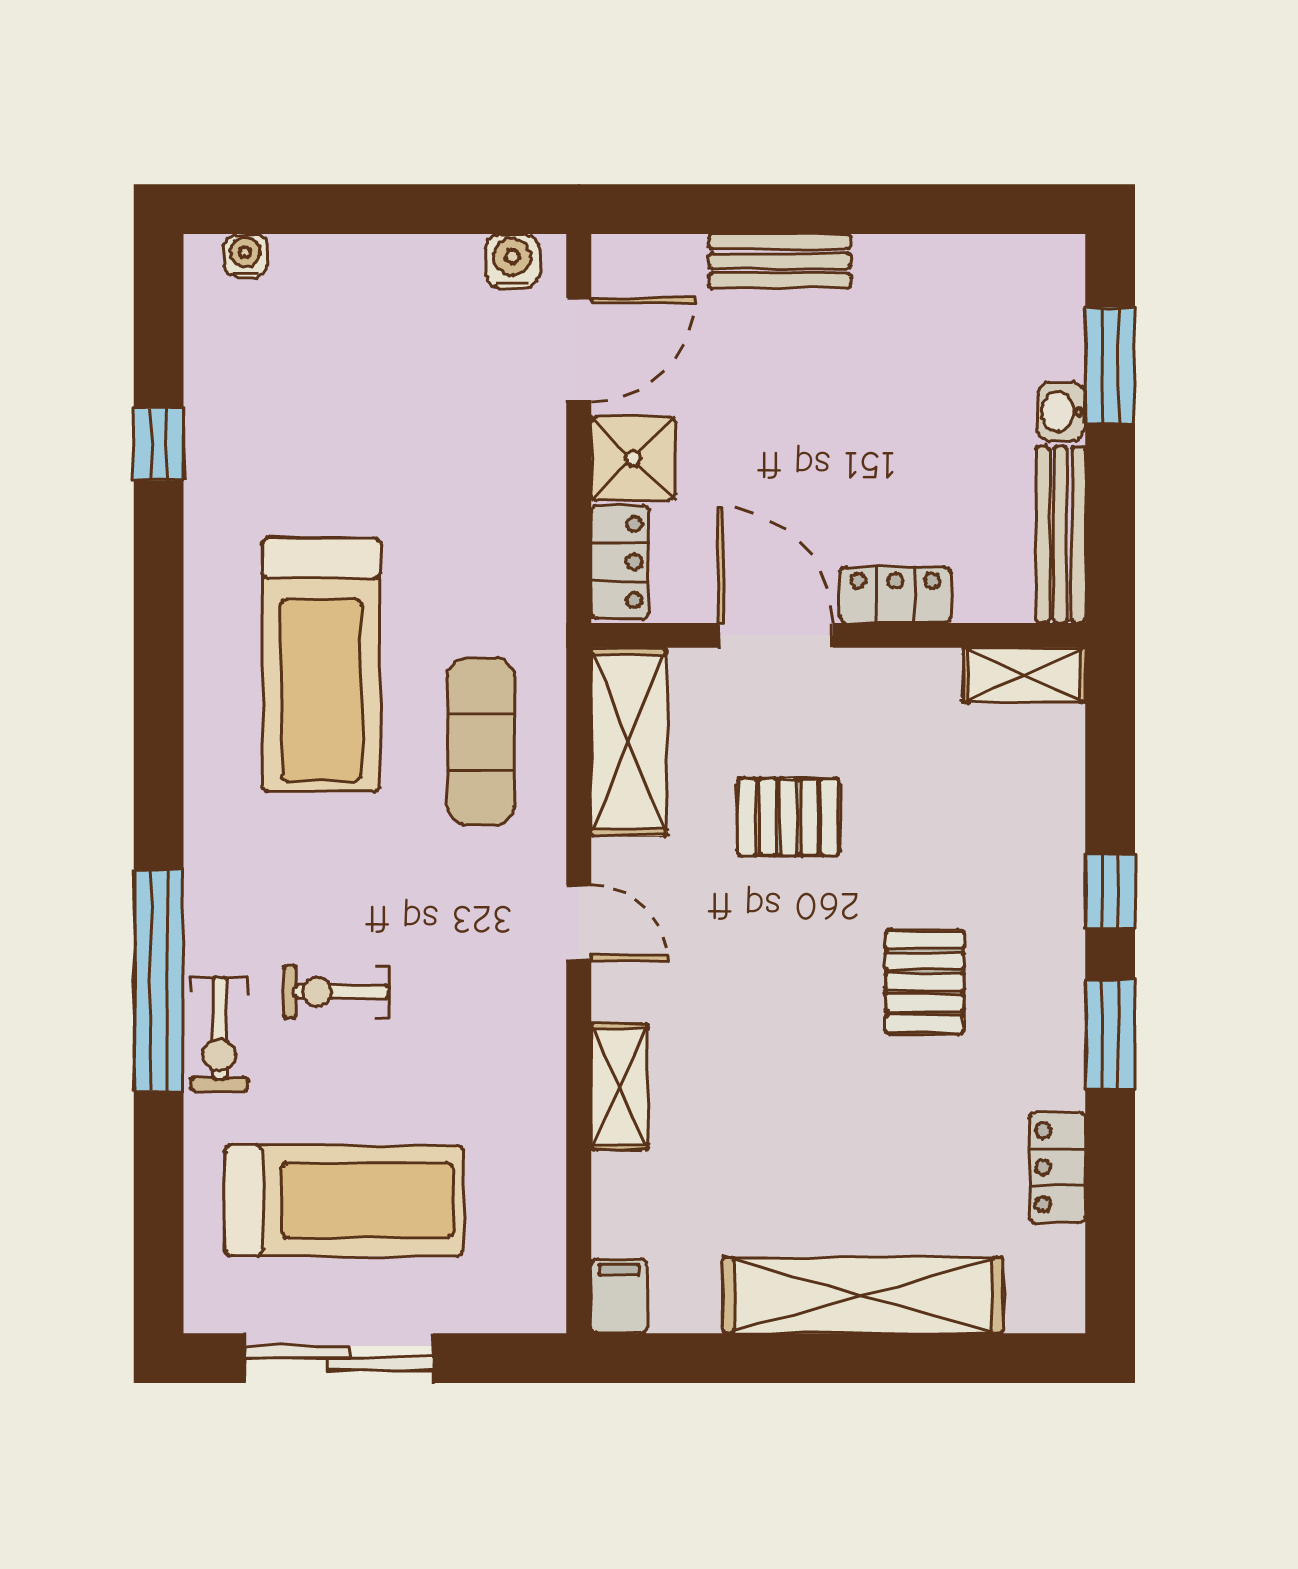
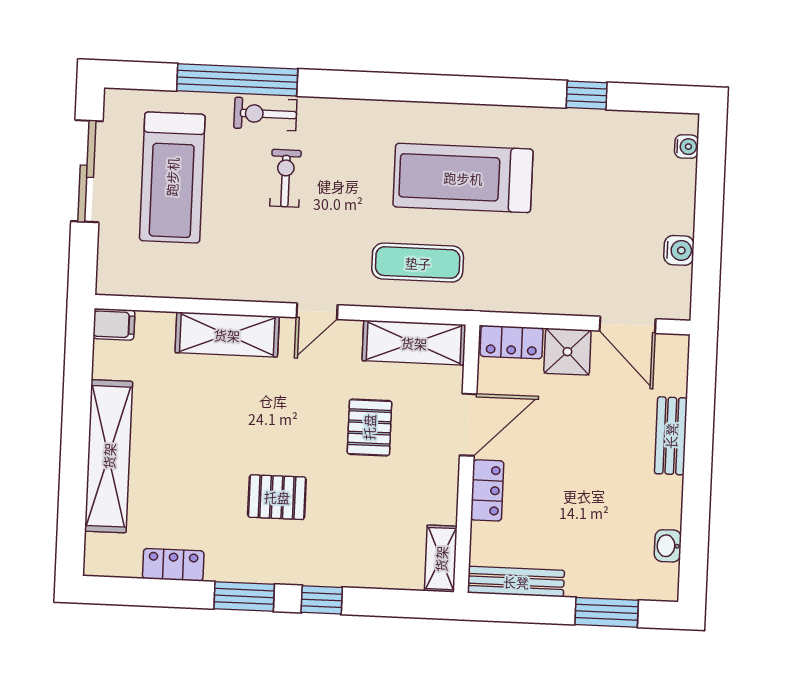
water cooler: (512, 261) -> (679, 250), moved
washbasin: (1061, 412) -> (668, 546), moved, turned -90
window: (159, 980) -> (237, 80), moved
shelving: (619, 1087) -> (227, 335), width x1.50, depth x1.33

